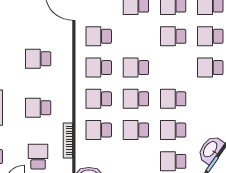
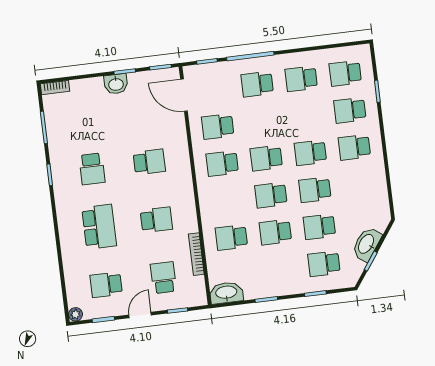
school desk: (173, 36) -> (310, 153), moved
school desk: (38, 59) -> (149, 162), turned 180
school desk: (99, 99) -> (227, 201), removed
school desk: (38, 108) -> (156, 220), turned 180

